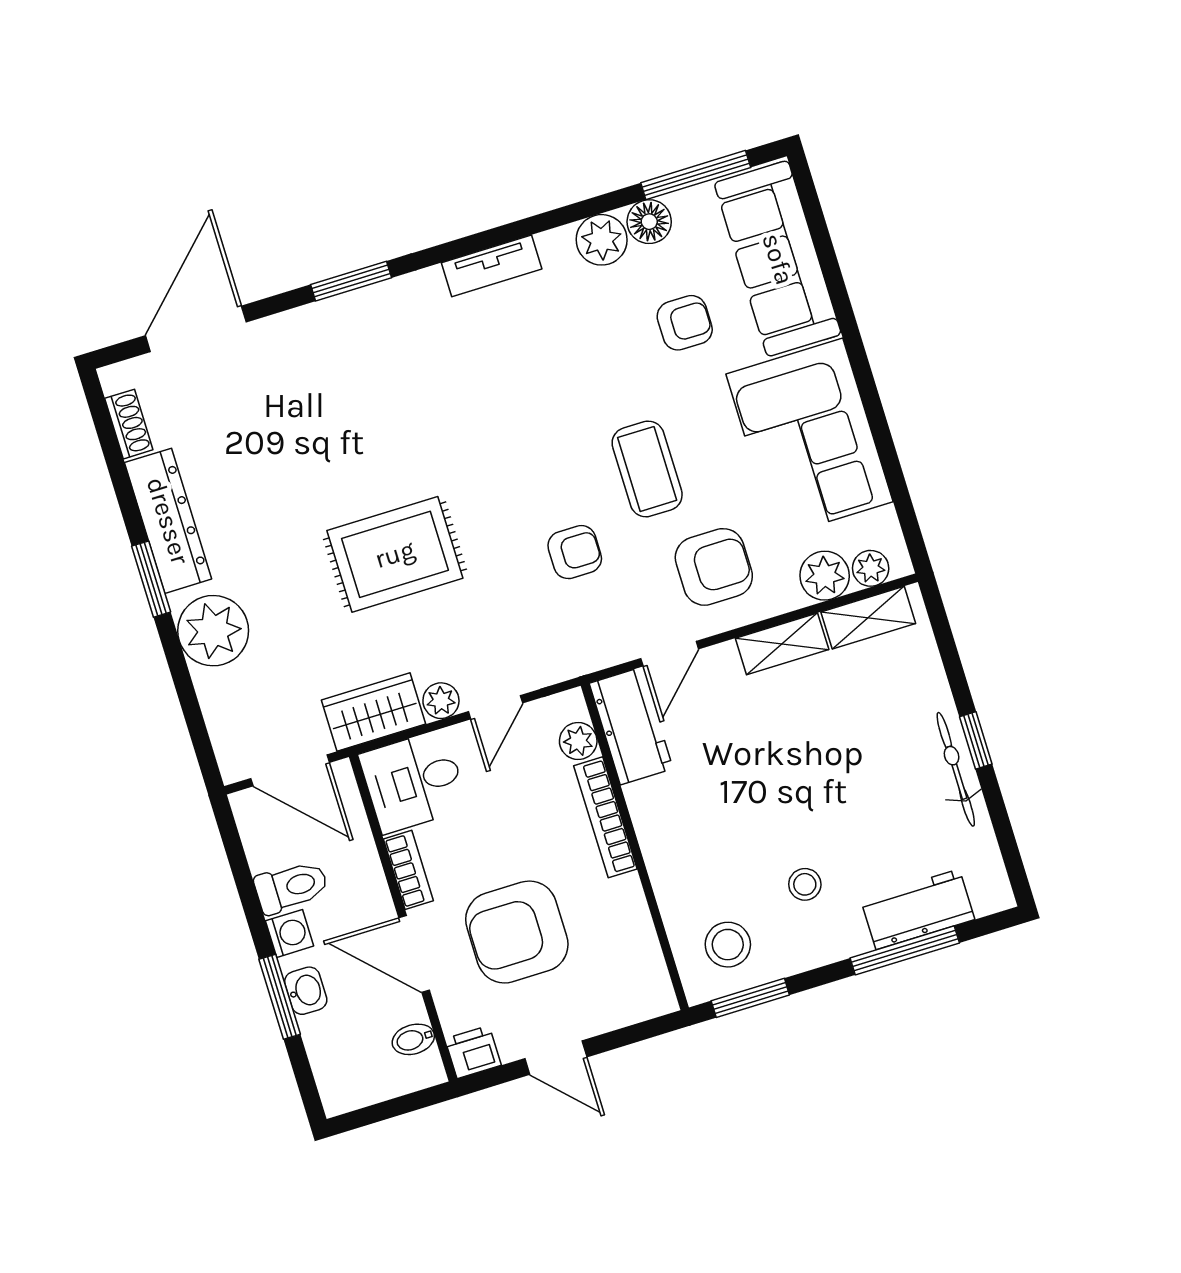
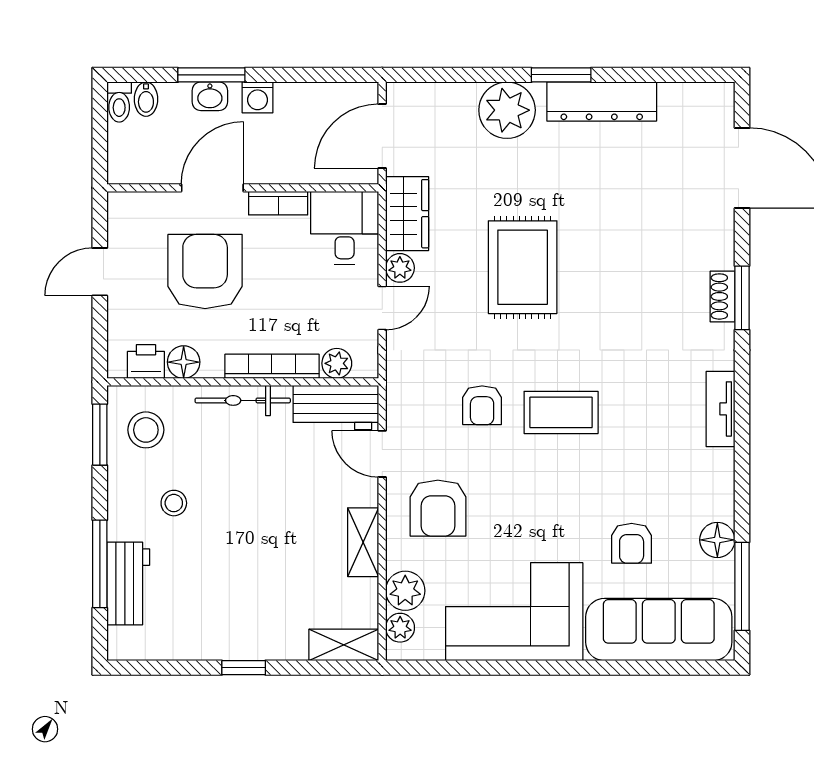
plant: (602, 240) -> (715, 499), removed
shoe rack: (129, 424) -> (723, 296), moved, turned 90
coffee table: (647, 469) -> (561, 412), moved
shelving: (868, 618) -> (344, 645), moved, turned 90
door: (495, 707) -> (382, 308), swing flipped
bicycle: (956, 769) -> (243, 400), moved, turned 180
toilet: (291, 887) -> (119, 102), moved, width x0.73, depth x0.72
floor lamp: (633, 924) -> (184, 362), added
bidet: (413, 1039) -> (146, 99), moved, turned 180
printer: (473, 1052) -> (146, 361), moved, turned -90

